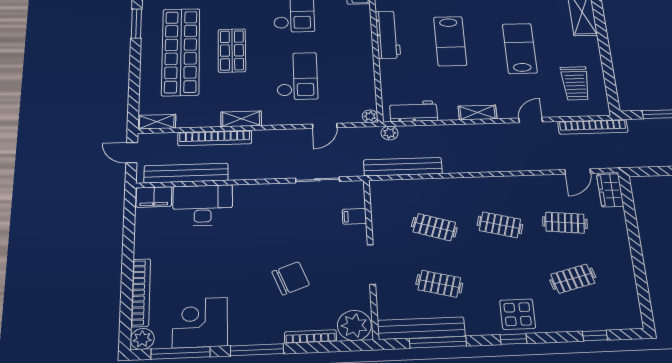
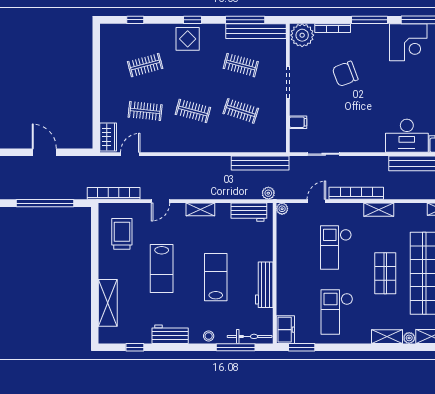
bookcase: (215, 138) -> (356, 193), moved

